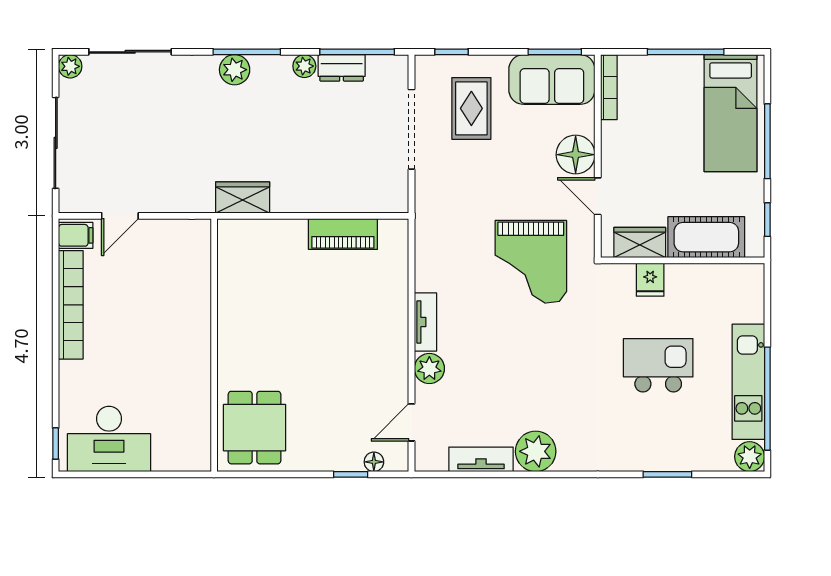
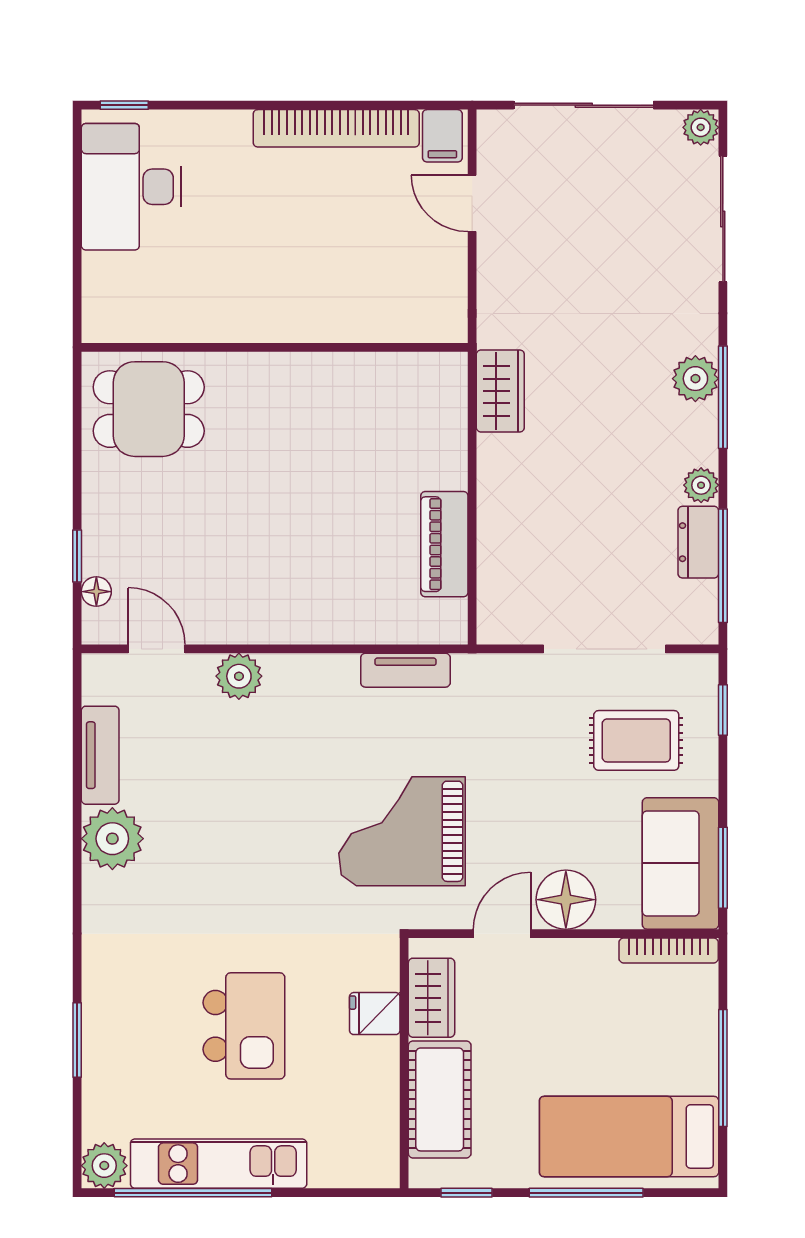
tv unit: (425, 322) -> (405, 670), moved

